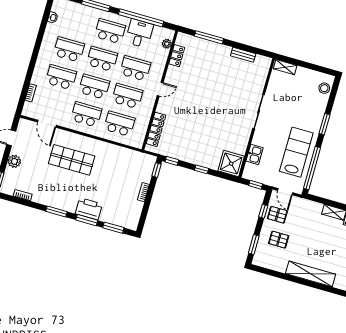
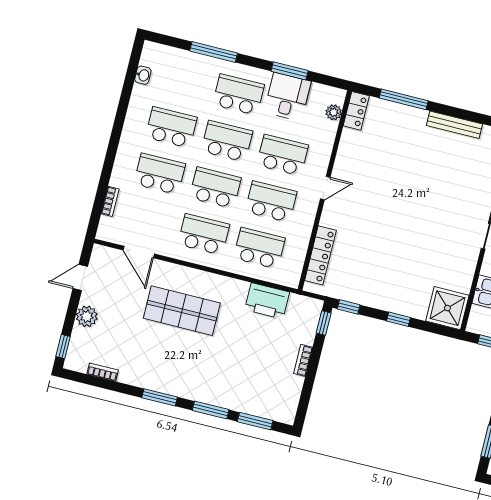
window: (141, 18) -> (290, 71), width x0.47
bench: (243, 55) -> (454, 125), width x1.36
locker: (177, 56) -> (356, 111), moved
printer: (89, 209) -> (267, 301), moved, turned 180

